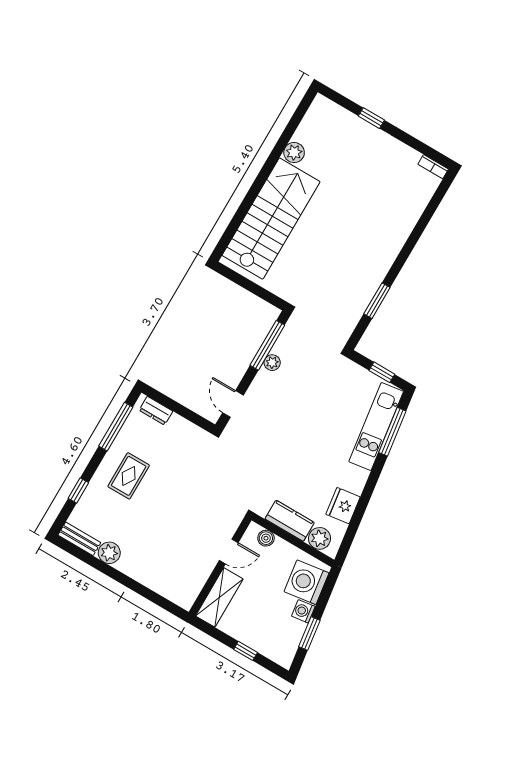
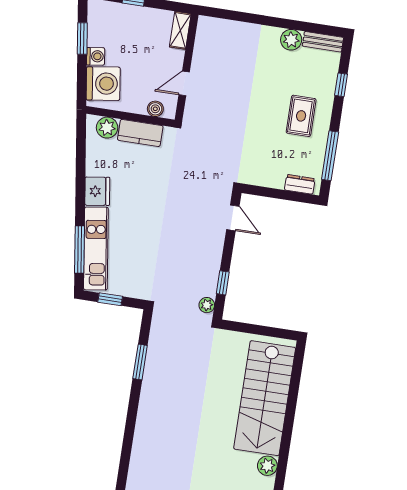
window: (267, 345) -> (223, 283), width x0.46
plant: (272, 363) -> (207, 305), moved
fridge: (343, 506) -> (97, 191), moved
shelving: (219, 597) -> (180, 30), width x0.67, depth x0.75

